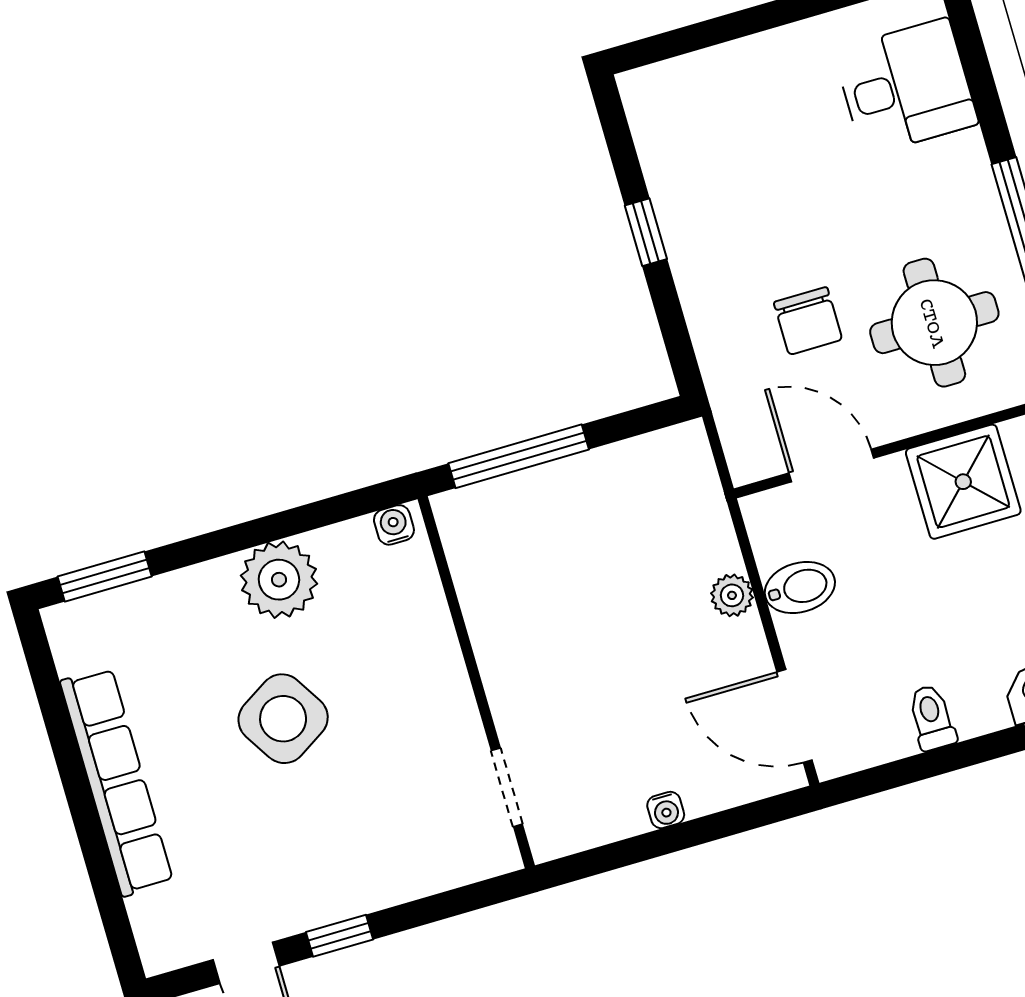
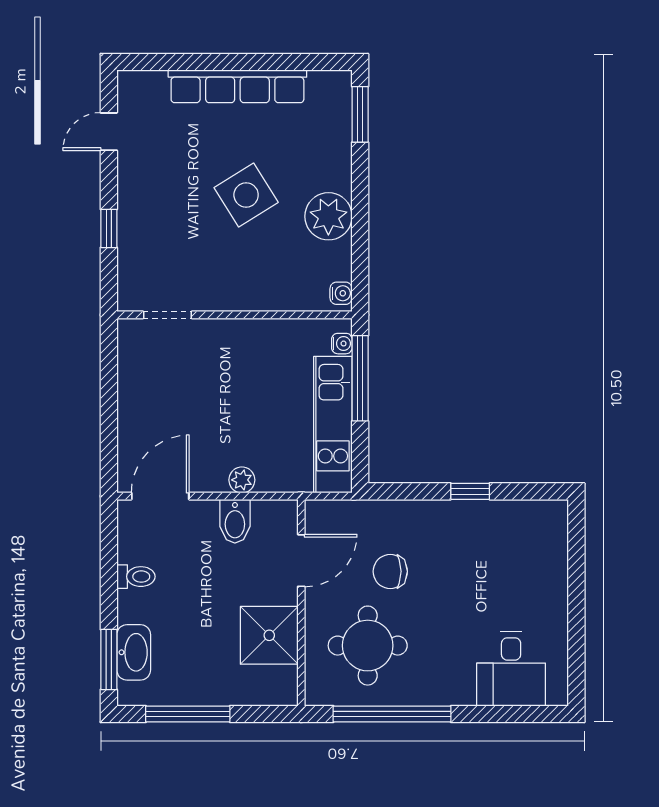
kitchen unit: (604, 478) -> (333, 425), added
water cooler: (666, 810) -> (342, 344), moved, turned 180
window: (339, 936) -> (109, 228), moved

